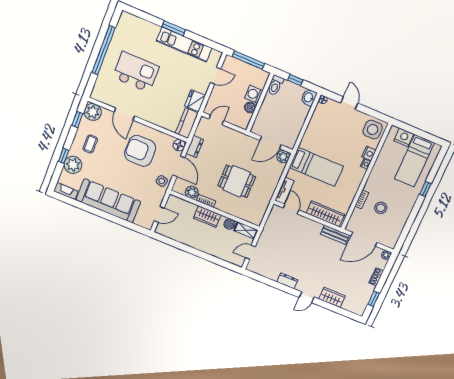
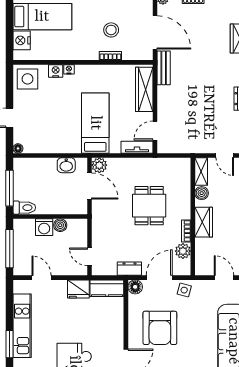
window: (295, 80) -> (10, 188), width x2.17
washbasin: (309, 97) -> (66, 165), moved

